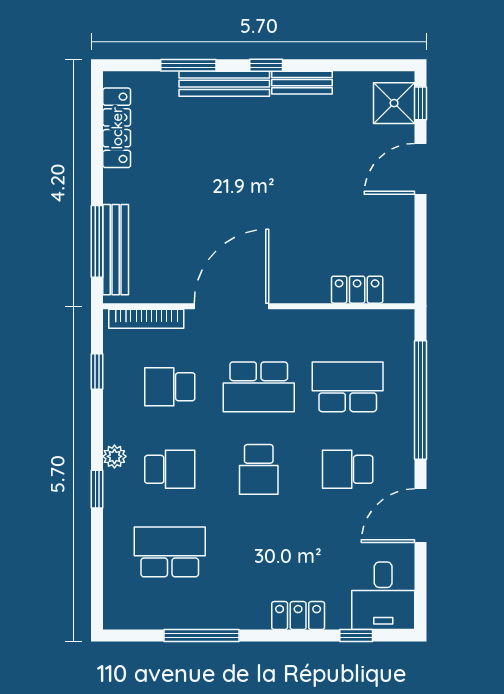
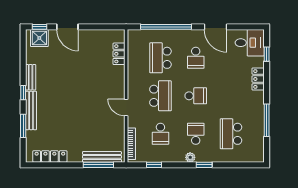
door: (231, 306) -> (126, 107), width x0.53

